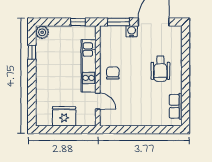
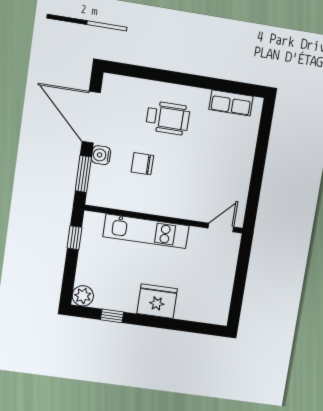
chair: (113, 73) -> (142, 164), moved
door: (98, 101) -> (221, 227), moved
fridge: (64, 116) -> (157, 301), moved, turned 90

